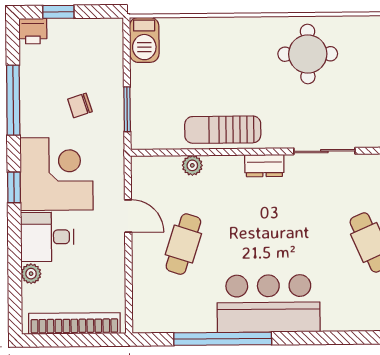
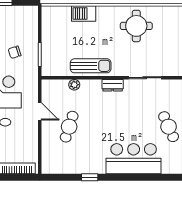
barbecue: (144, 40) -> (84, 13), moved, turned 90
sun lounger: (223, 130) -> (91, 66), turned 180
bar counter: (268, 304) -> (134, 159), moved
window: (223, 339) -> (90, 177), width x0.32

